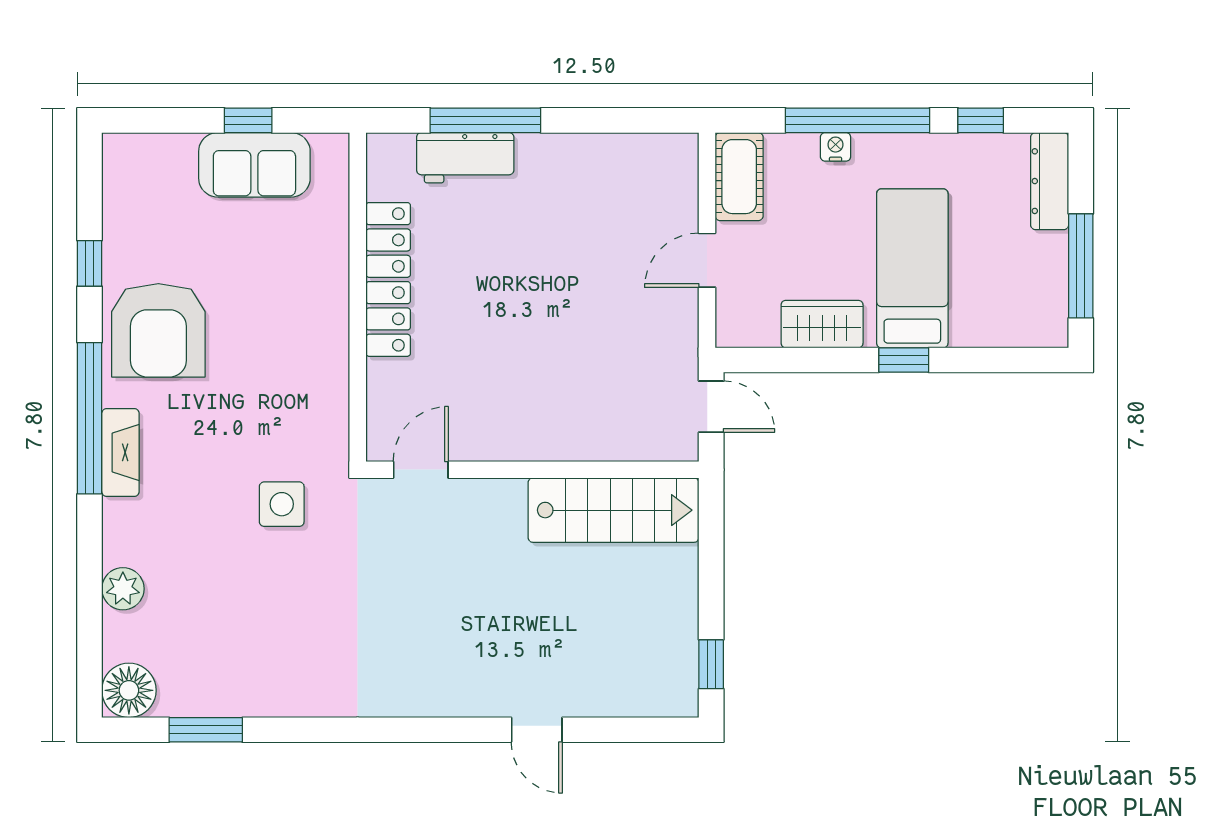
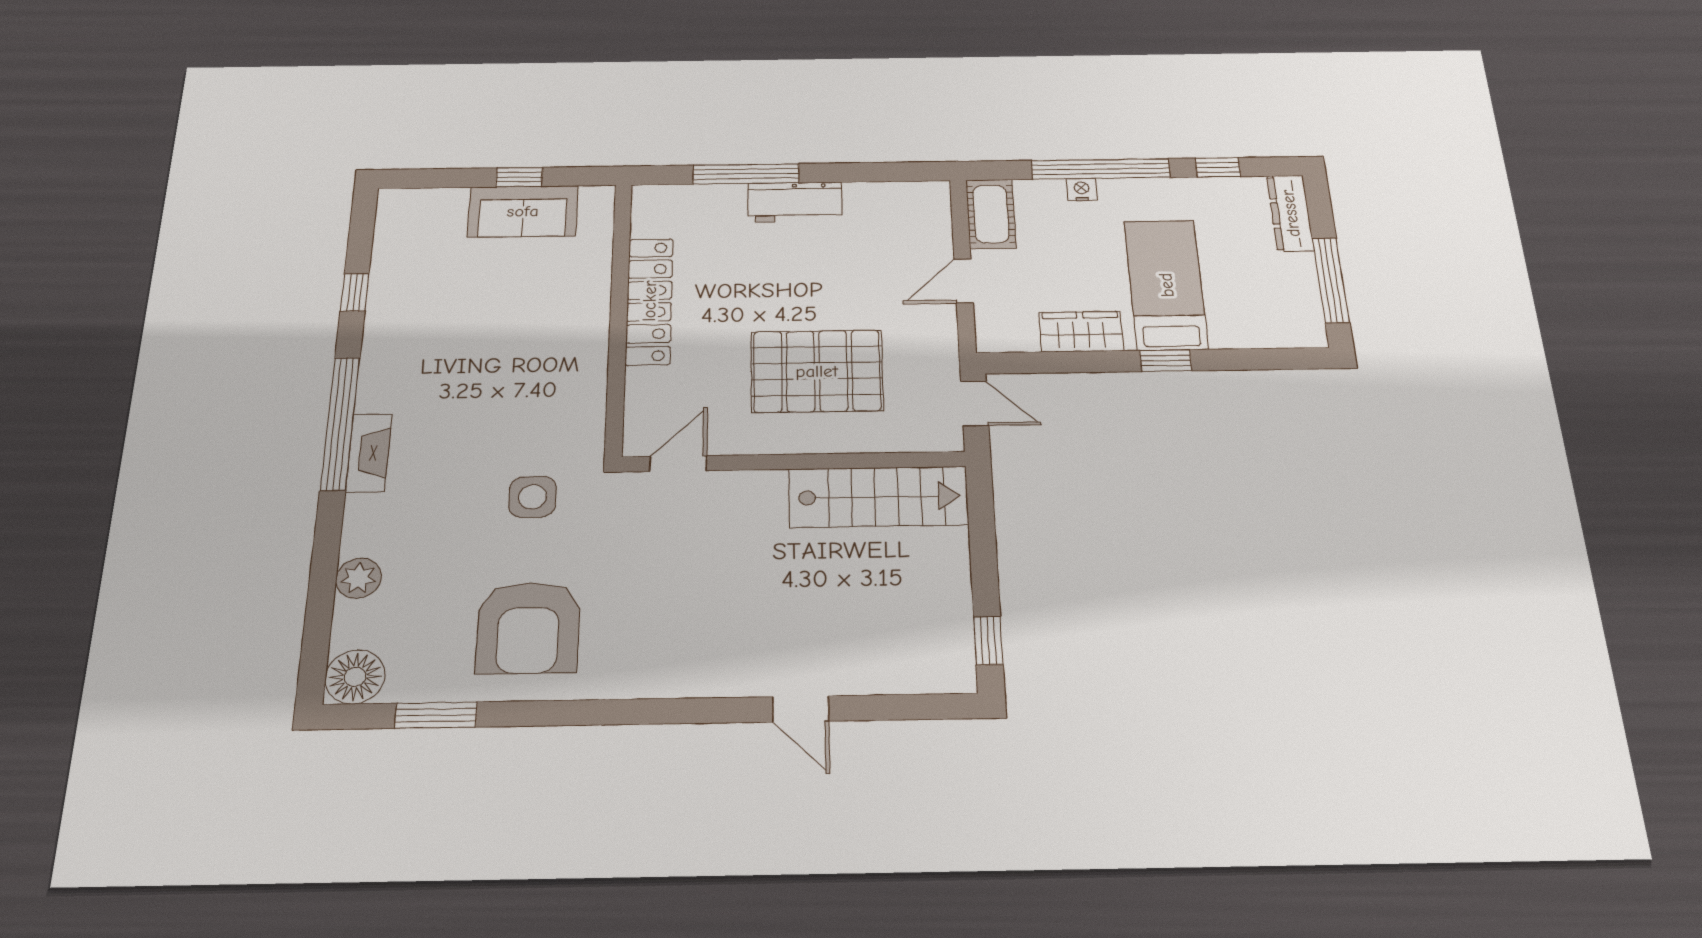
workbench: (465, 158) -> (795, 202), moved
armchair: (158, 330) -> (528, 628), moved
pallet: (556, 366) -> (817, 371), added

